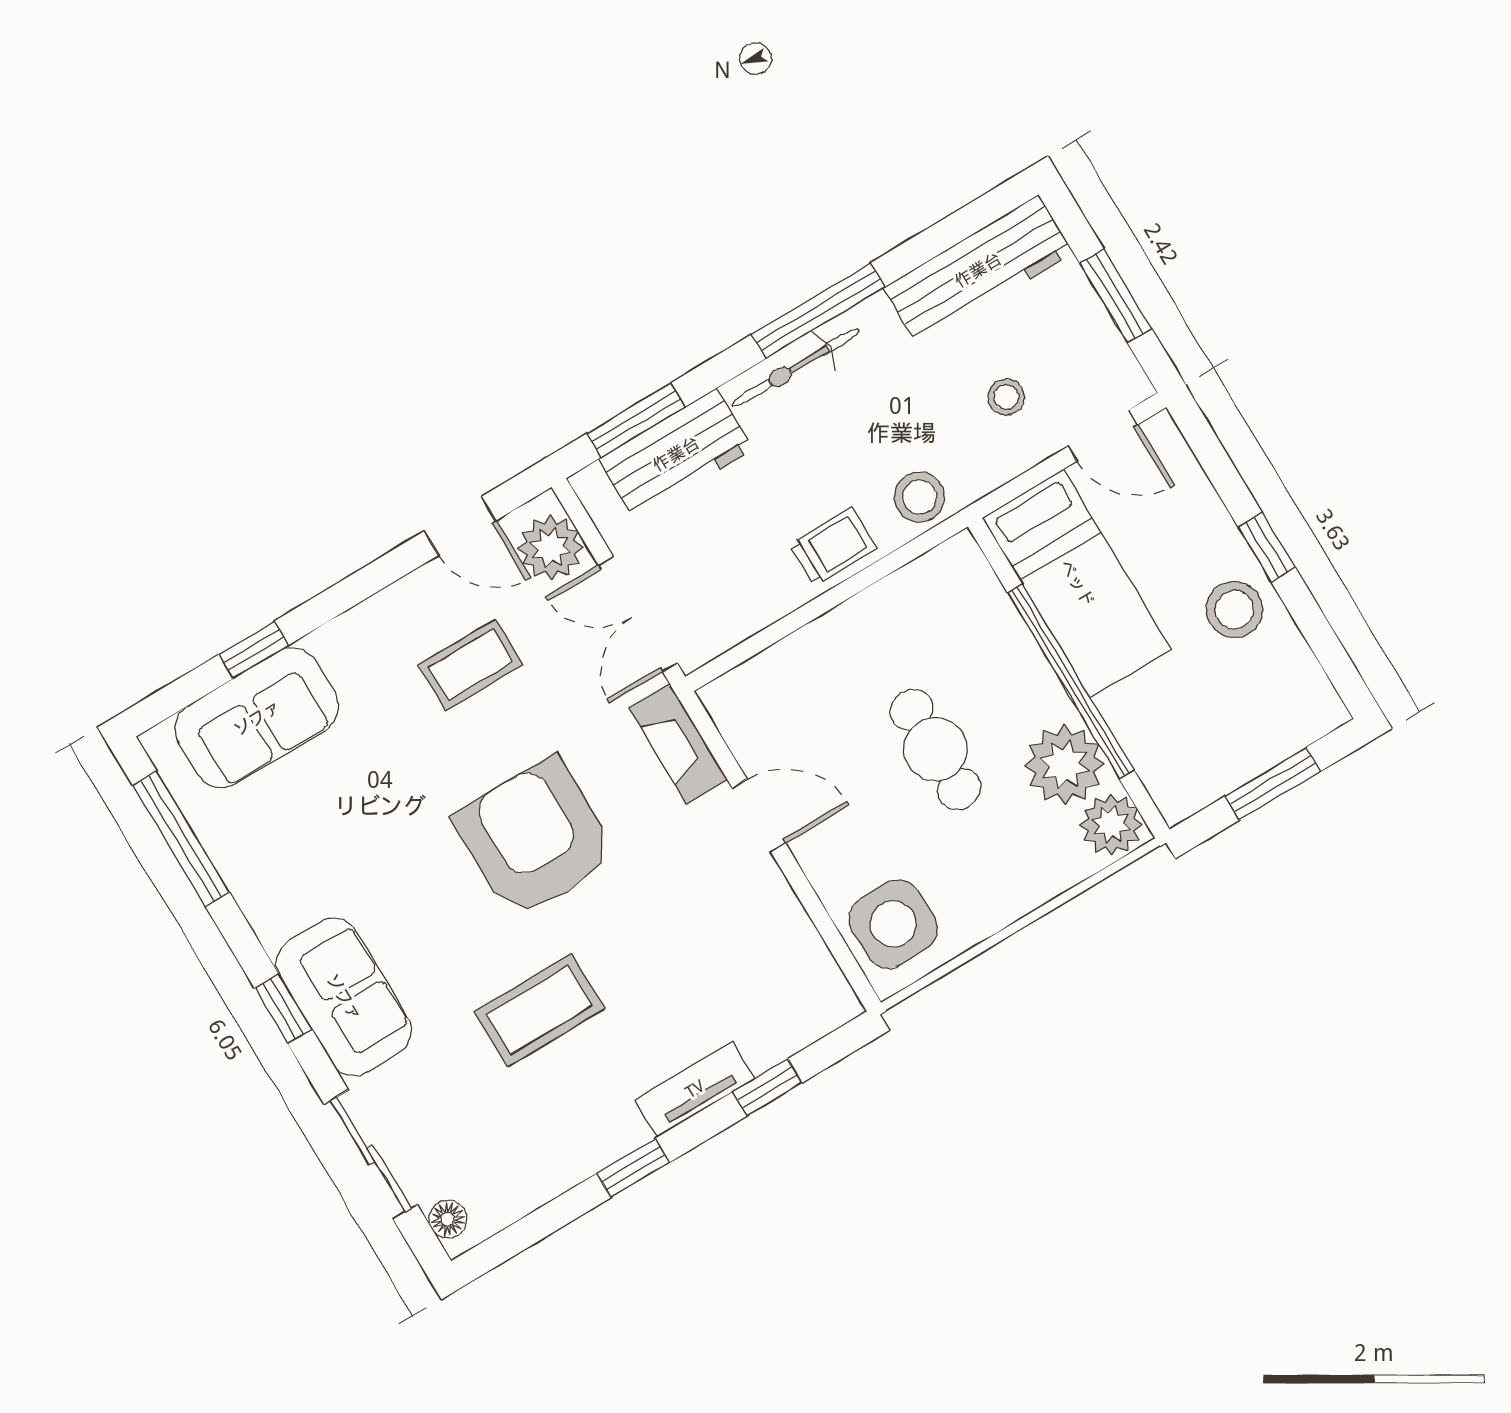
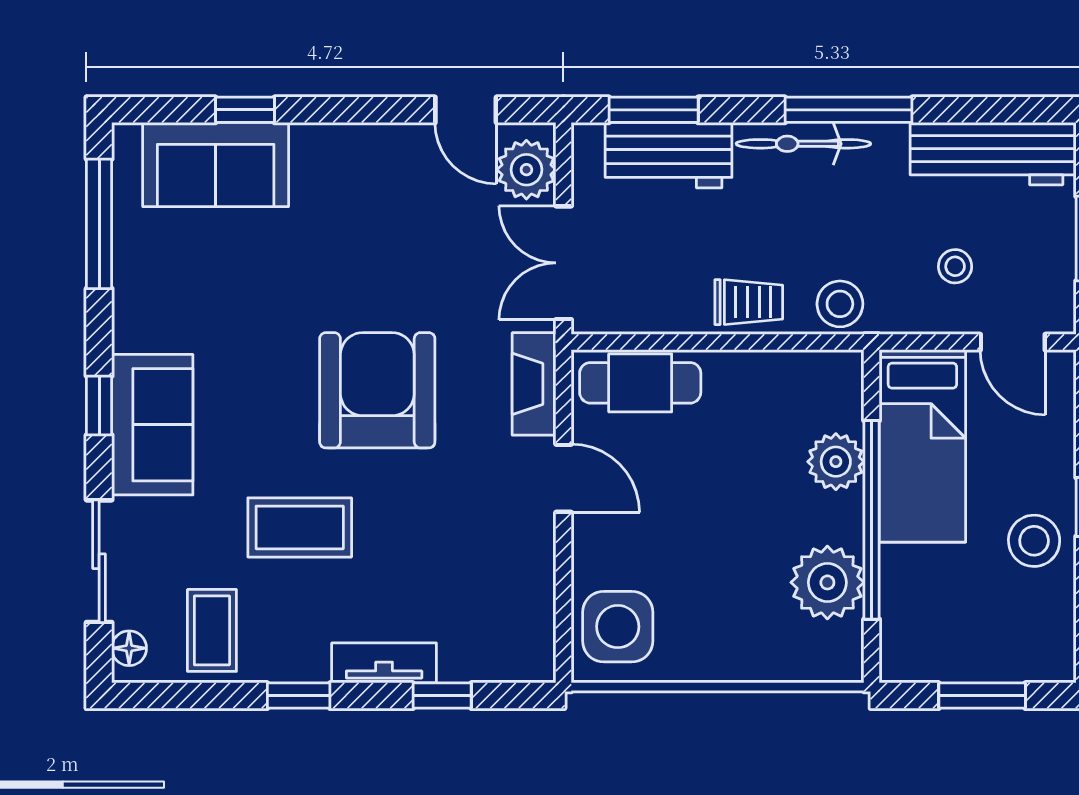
coffee table: (471, 665) -> (212, 630), moved, turned 90
cafe table: (935, 749) -> (640, 383), moved, turned 90
plant: (1111, 825) -> (836, 462), moved

